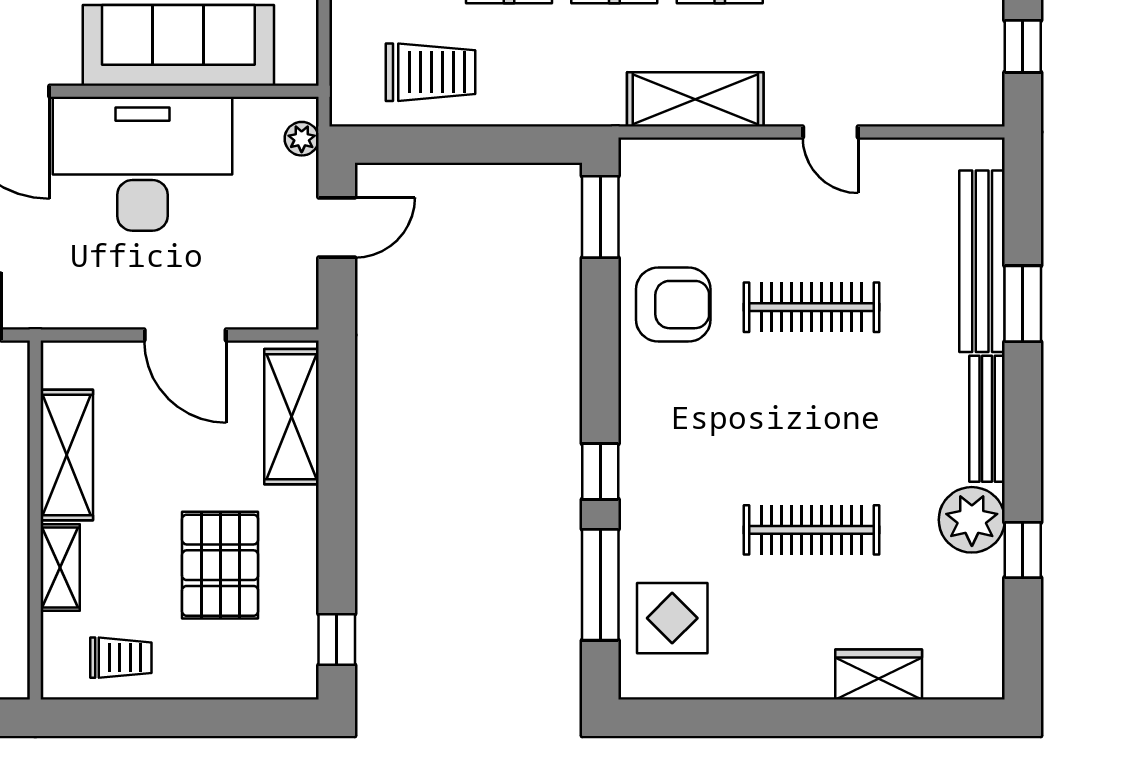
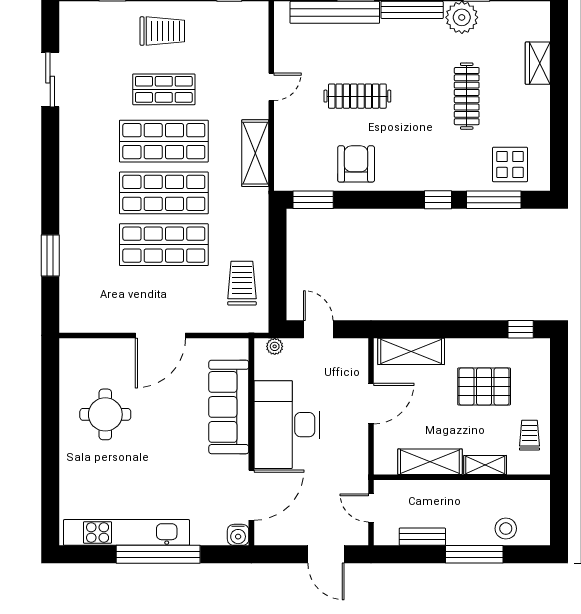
clothes rail: (812, 307) -> (357, 96), turned 90

